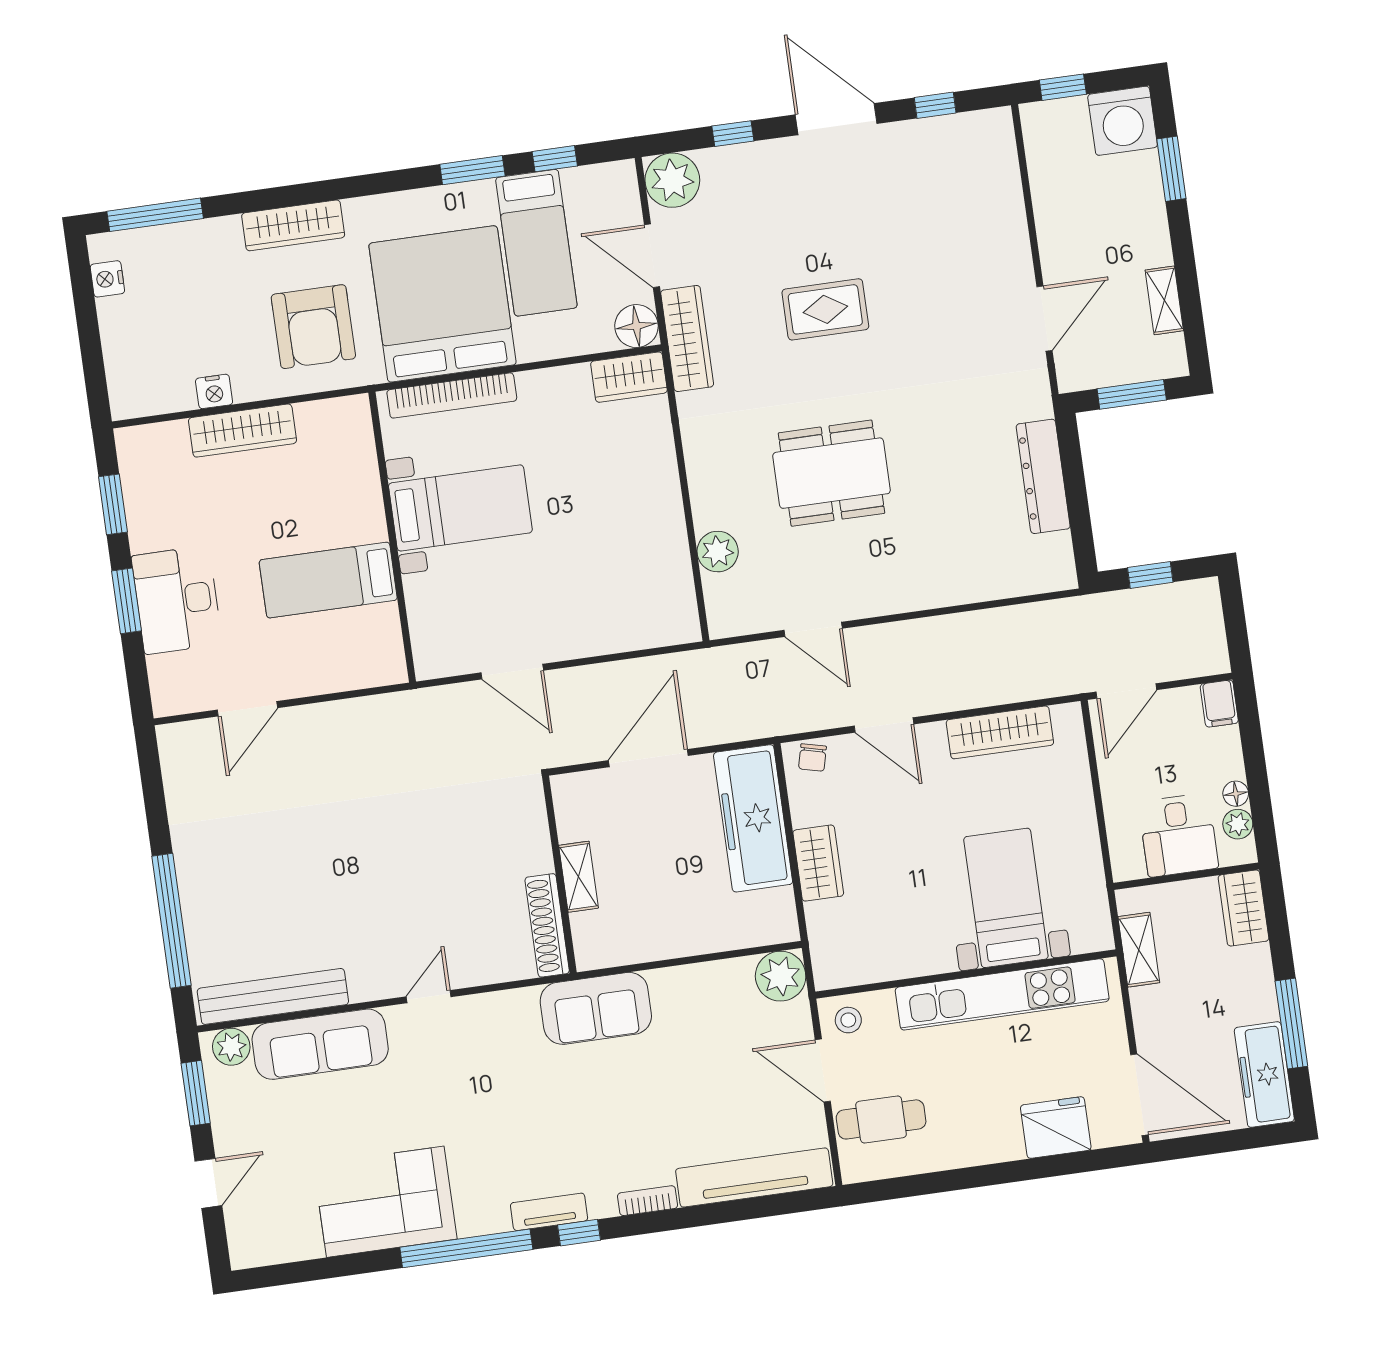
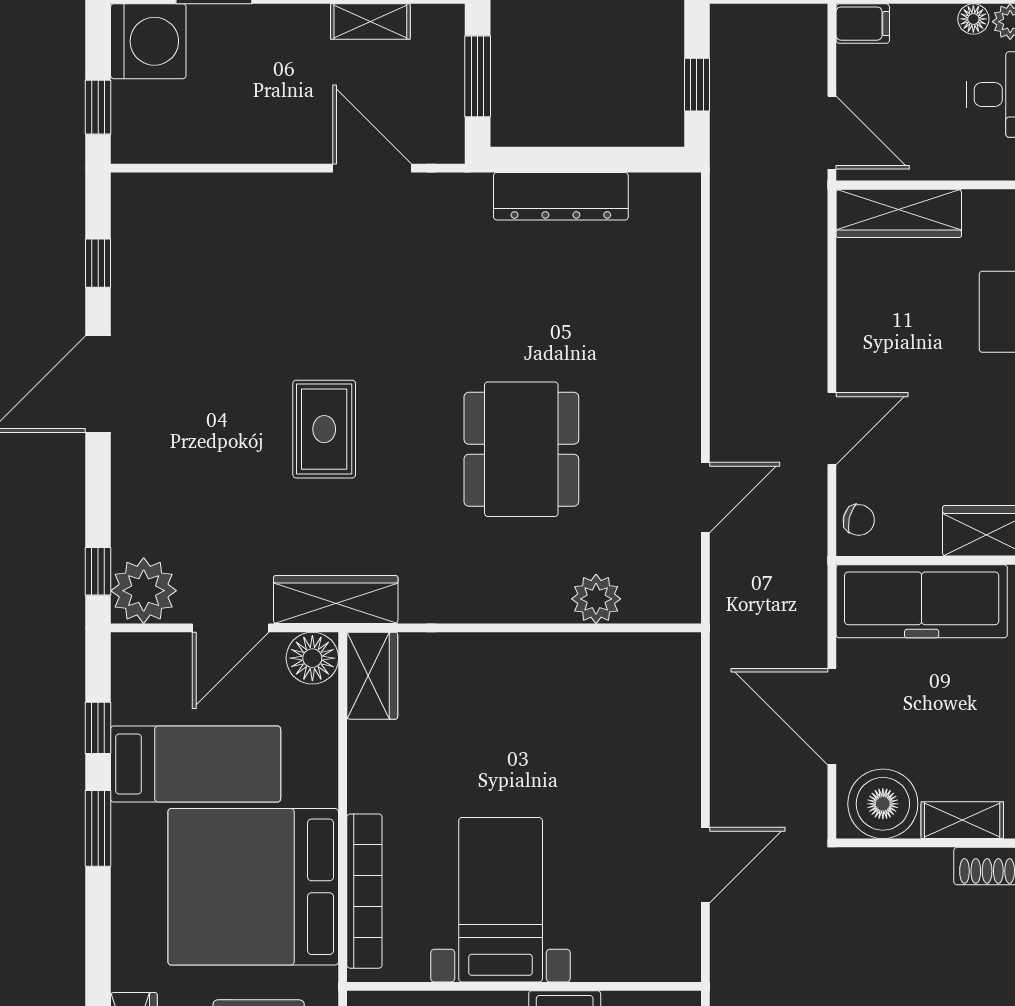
window: (733, 134) -> (98, 571), moved
wardrobe: (1000, 732) -> (899, 213), moved, turned 90
boiler: (583, 810) -> (883, 804), added

